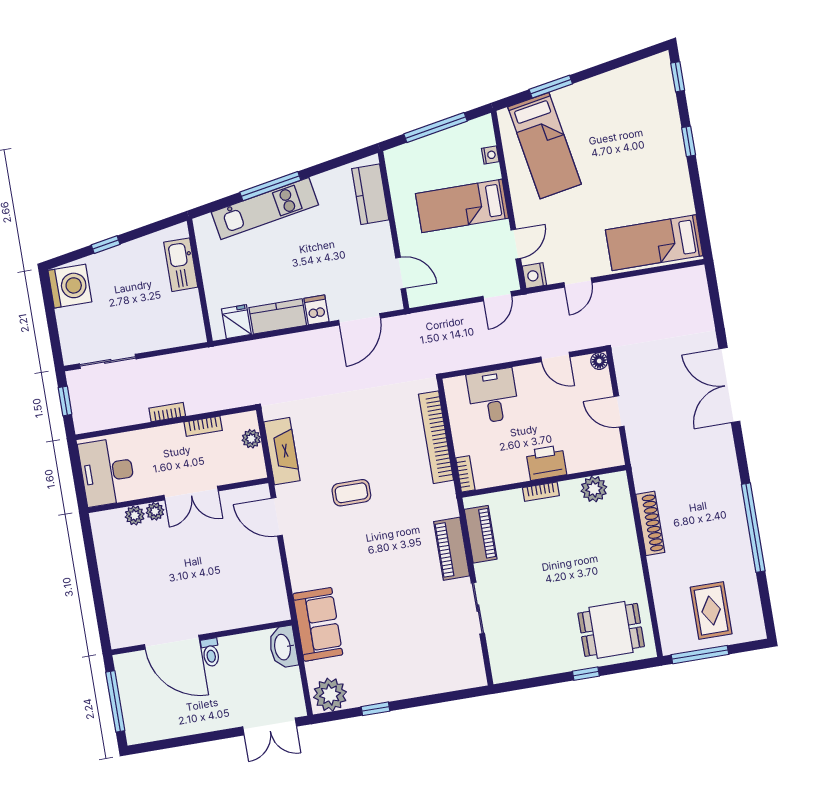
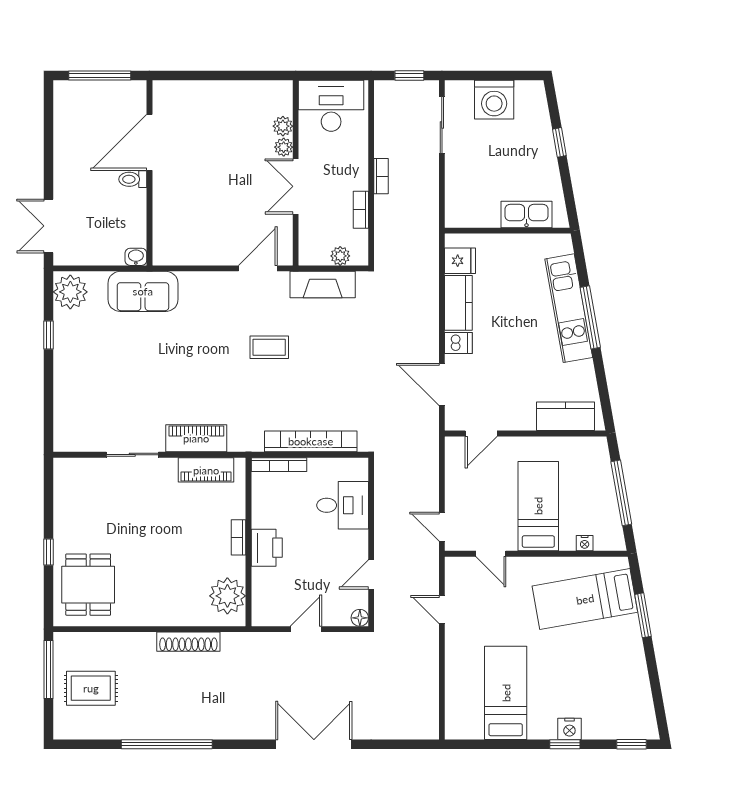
bed: (654, 243) -> (506, 693), moved
nightstand: (534, 276) -> (569, 729), moved, turned 180
washing machine: (70, 286) -> (494, 100), moved
bookcase: (465, 474) -> (279, 465), width x1.56
plant: (594, 489) -> (227, 596), width x1.36, depth x1.36
coffee table: (351, 493) -> (269, 347), turned 90
washbasin: (283, 647) -> (136, 257), width x0.52, depth x0.69

